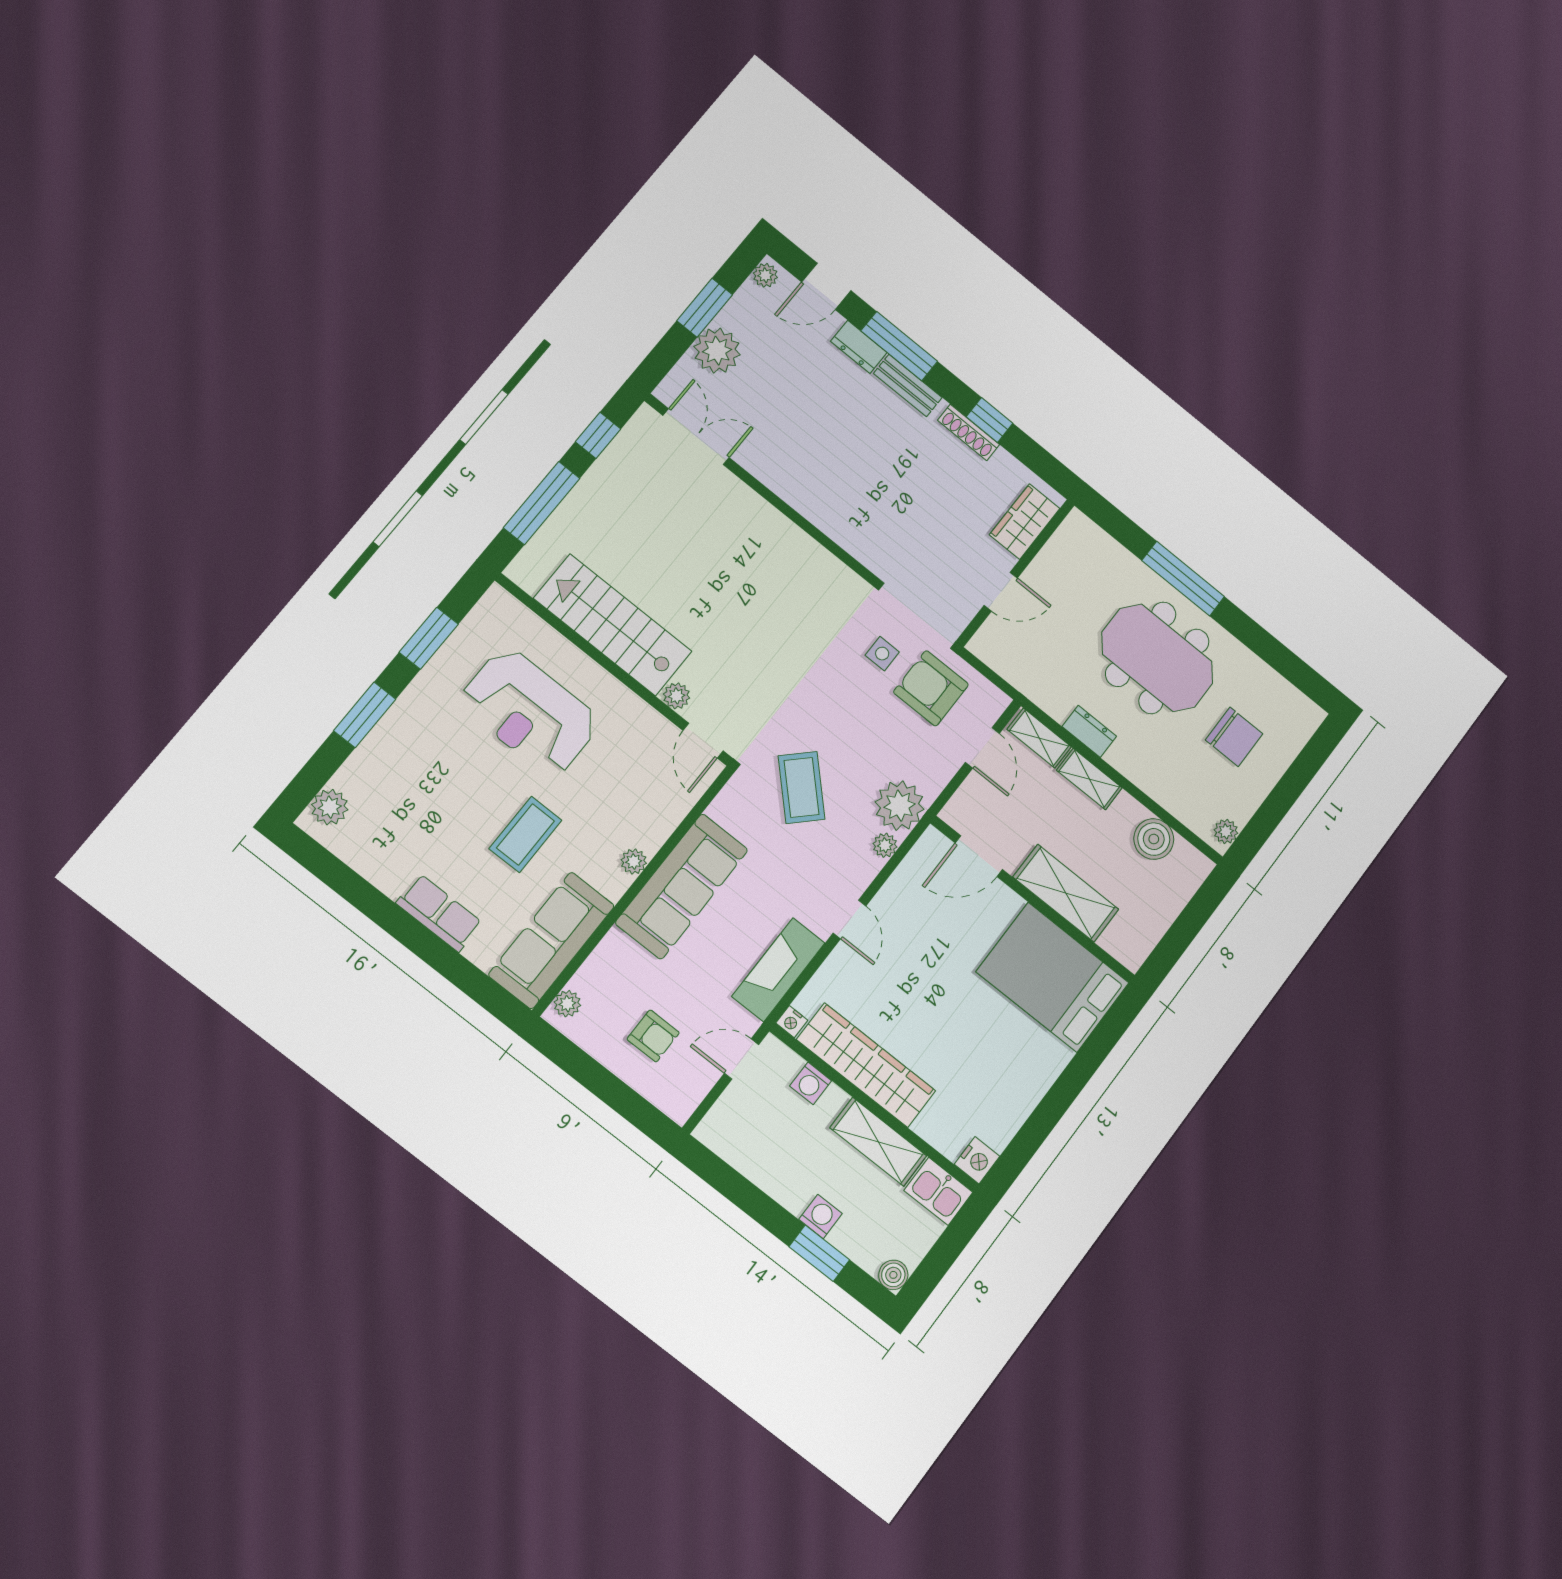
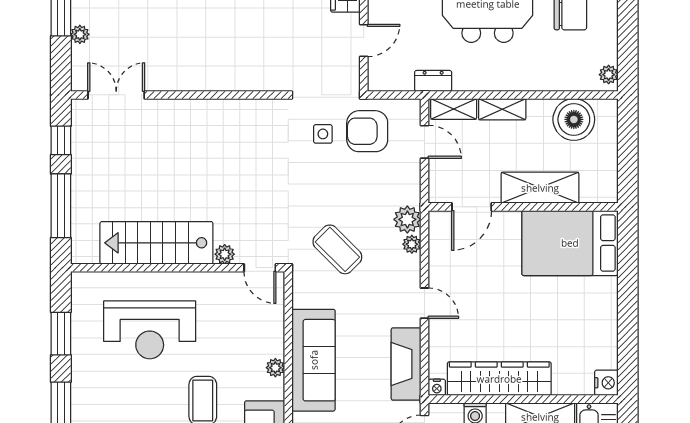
plant: (717, 351) -> (80, 34), width x0.53, depth x0.53
dresser: (1089, 731) -> (433, 81), moved
plant: (900, 806) -> (407, 219), width x0.73, depth x0.73
boiler: (1154, 839) -> (574, 119), width x1.37, depth x1.37

